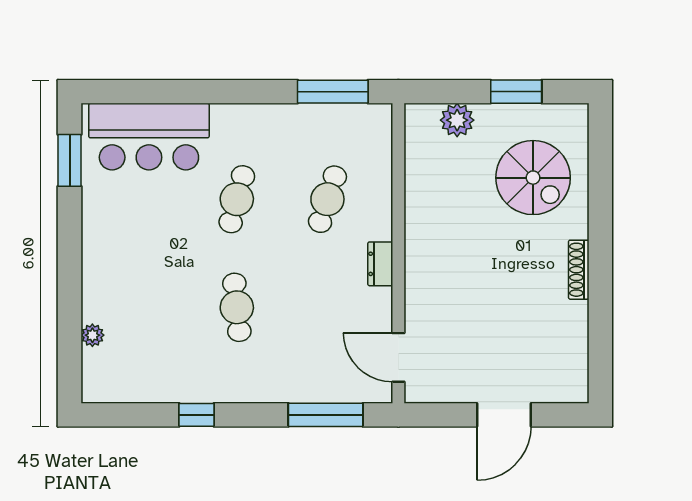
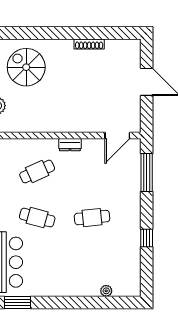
spiral stairs: (533, 178) -> (26, 67), turned -90
cafe table: (327, 199) -> (37, 172), turned -42
shoe rack: (579, 270) -> (89, 44), moved

